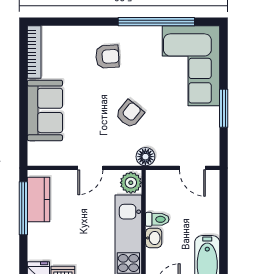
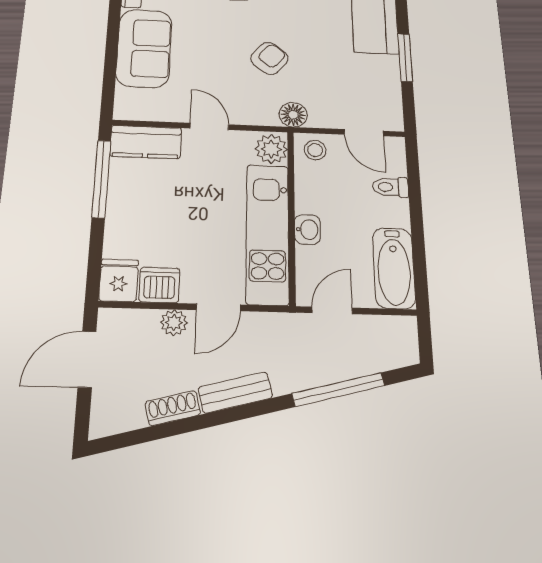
door: (90, 168) -> (209, 126), swing flipped
stool: (160, 182) -> (315, 150), added
kitchen counter: (39, 200) -> (146, 142), moved, turned 90
toilet: (157, 219) -> (390, 187), moved, turned 180

